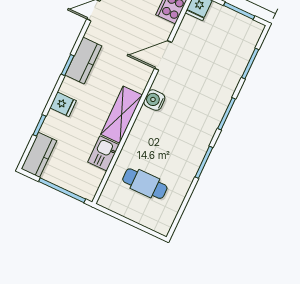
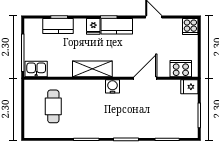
door: (163, 55) -> (145, 78), hinge flipped
fridge: (63, 104) -> (93, 26), moved
kitchen sink: (103, 153) -> (36, 69), moved
kitchen counter: (39, 155) -> (58, 26), moved

